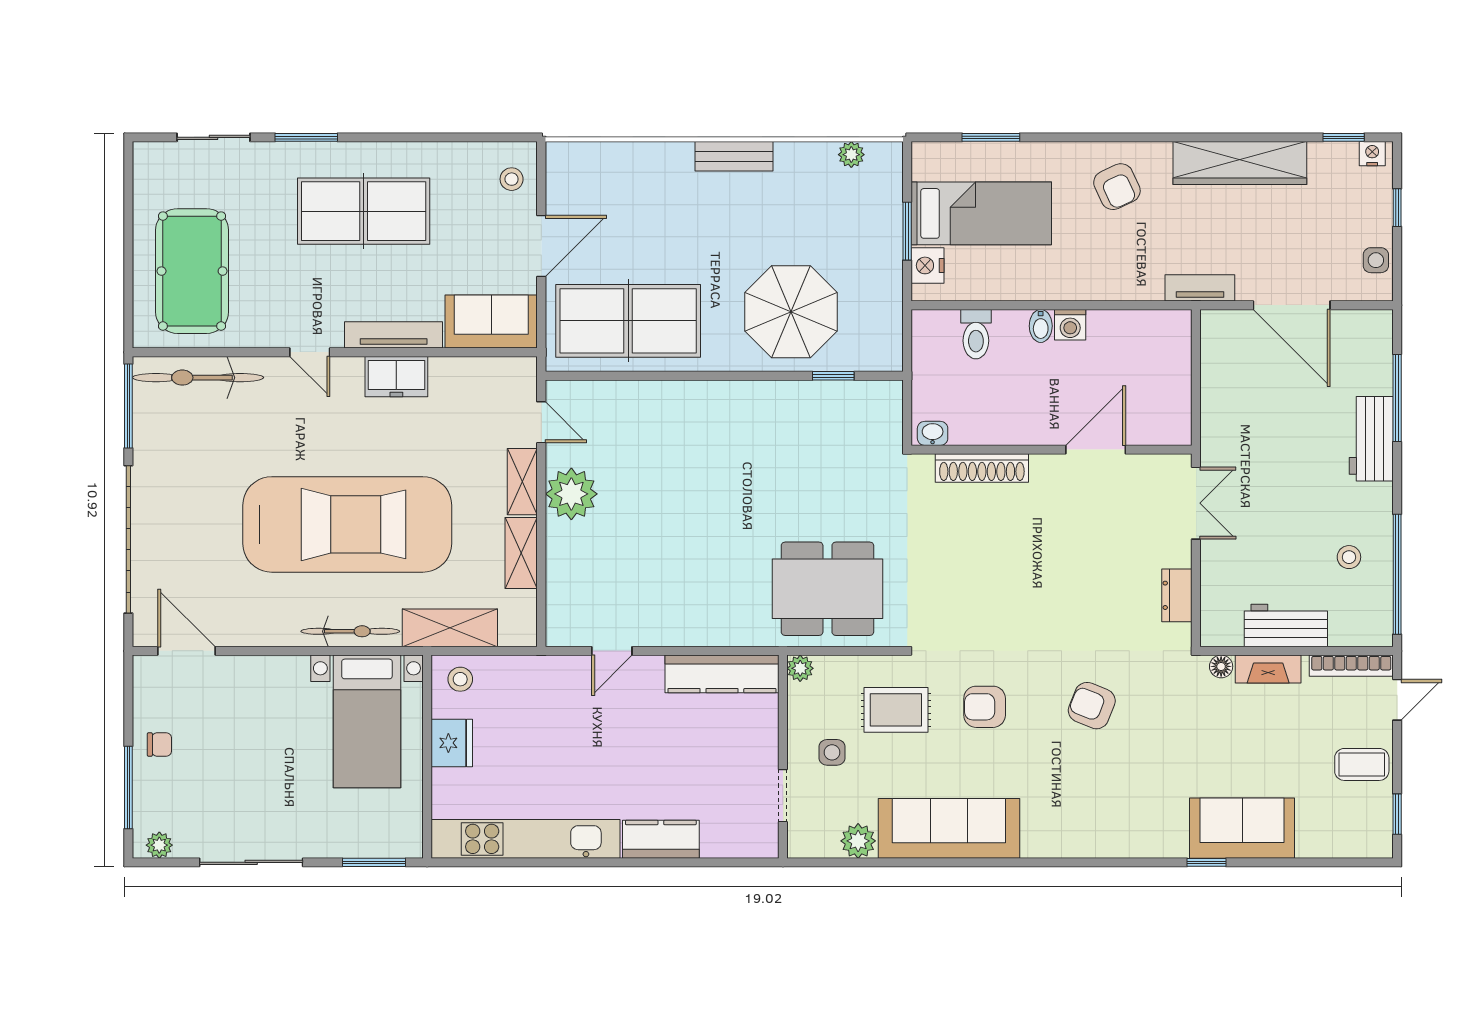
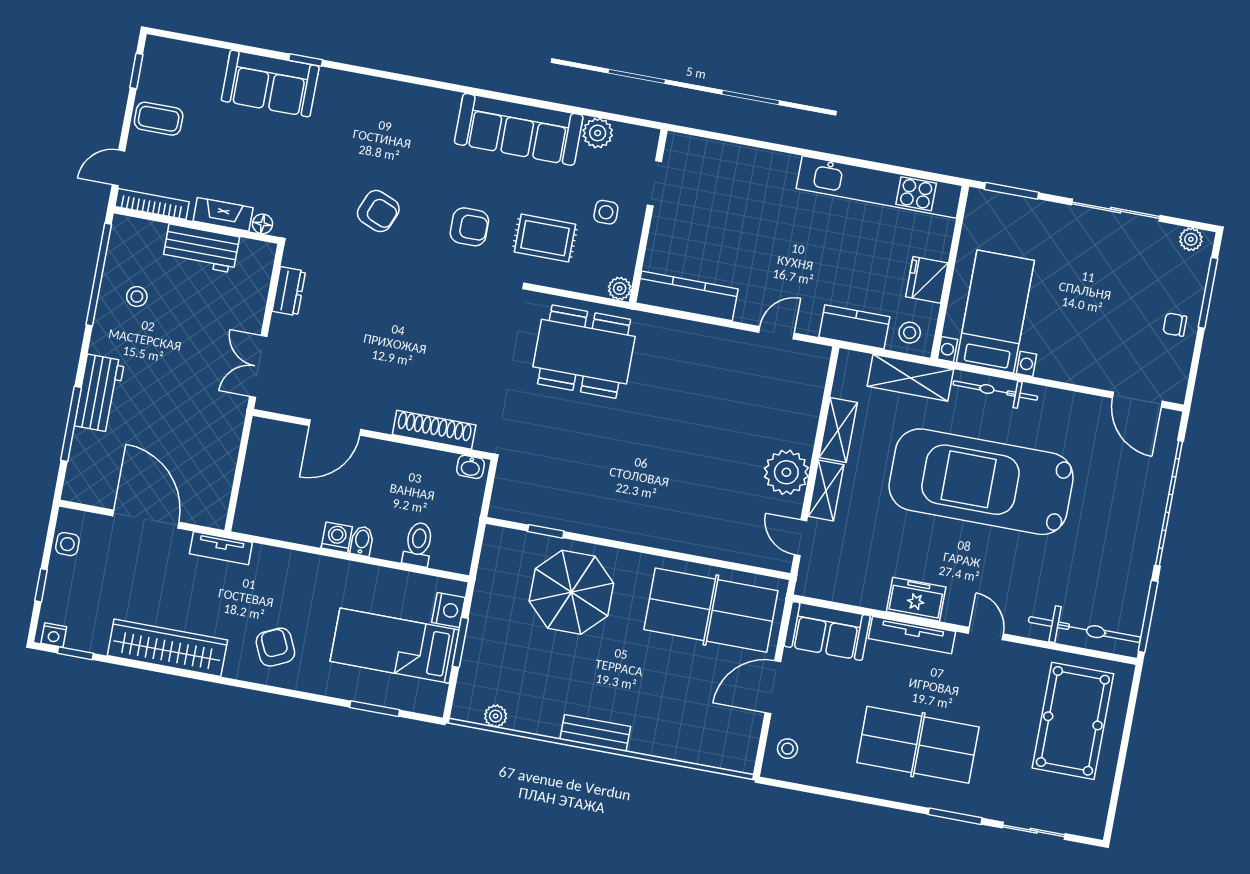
kitchen counter: (661, 839) -> (854, 327), moved, turned 180

